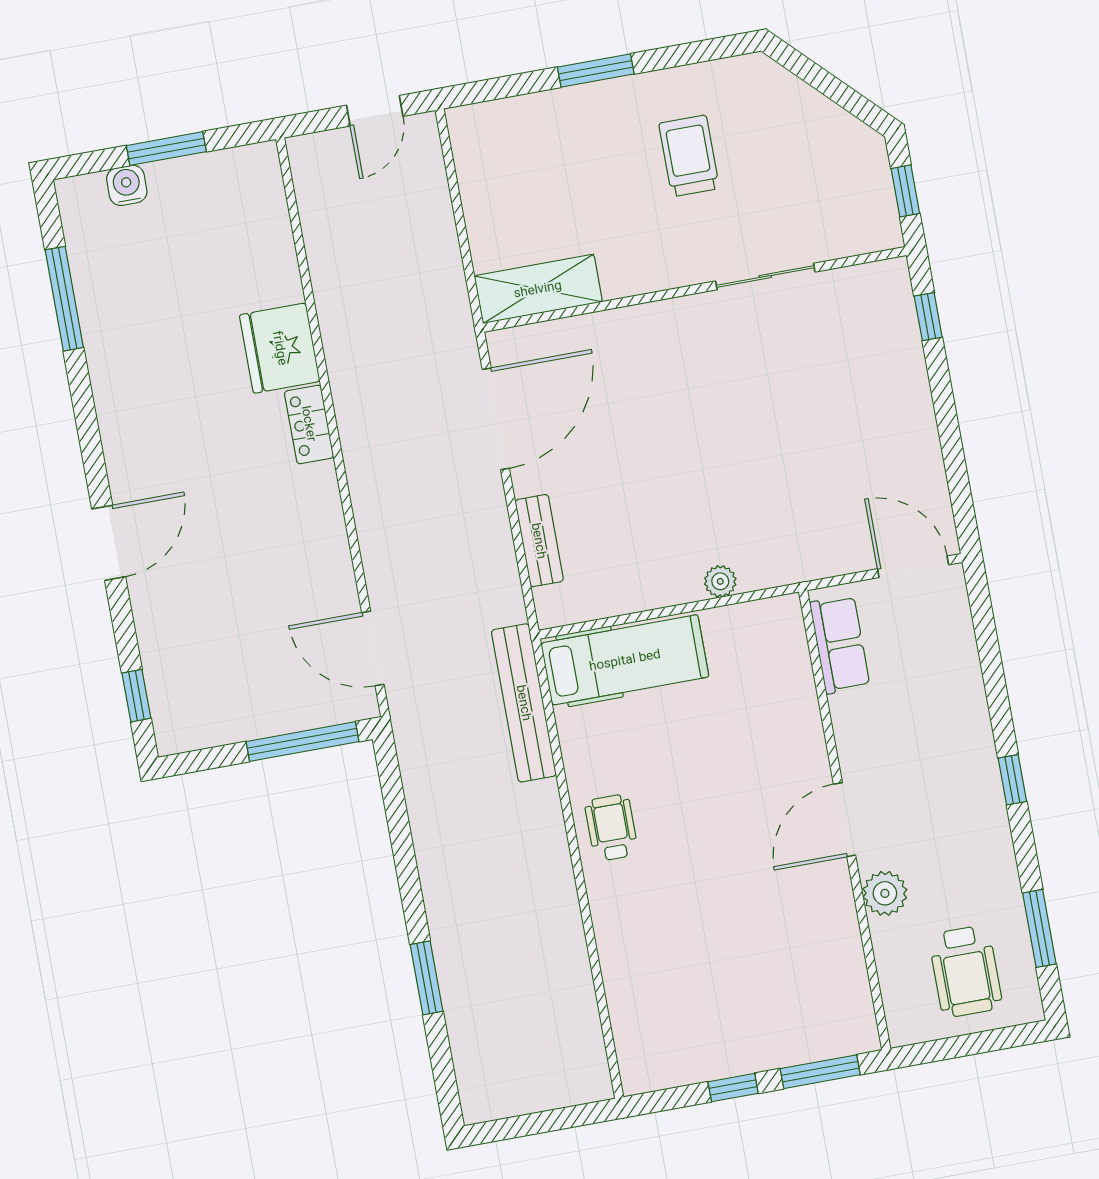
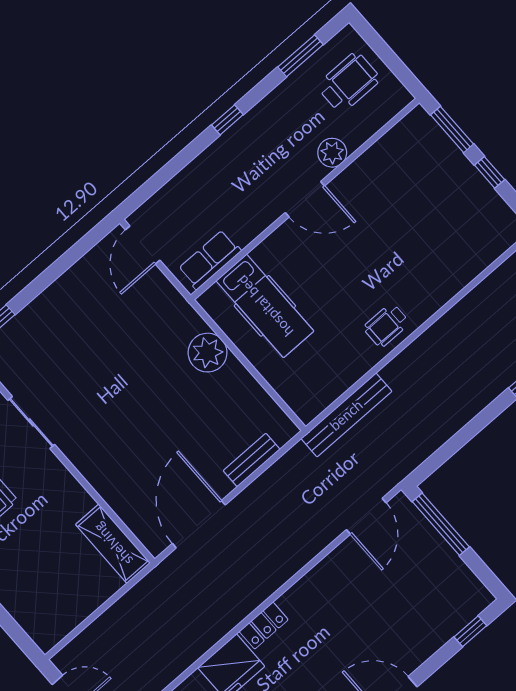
door: (496, 419) -> (199, 524), hinge flipped
plant: (720, 581) -> (208, 353), width x1.88, depth x1.88
hospital bed: (625, 660) -> (265, 306), moved, turned 180

